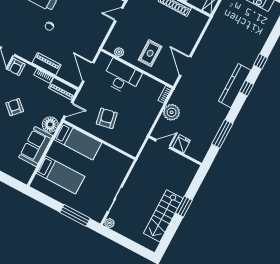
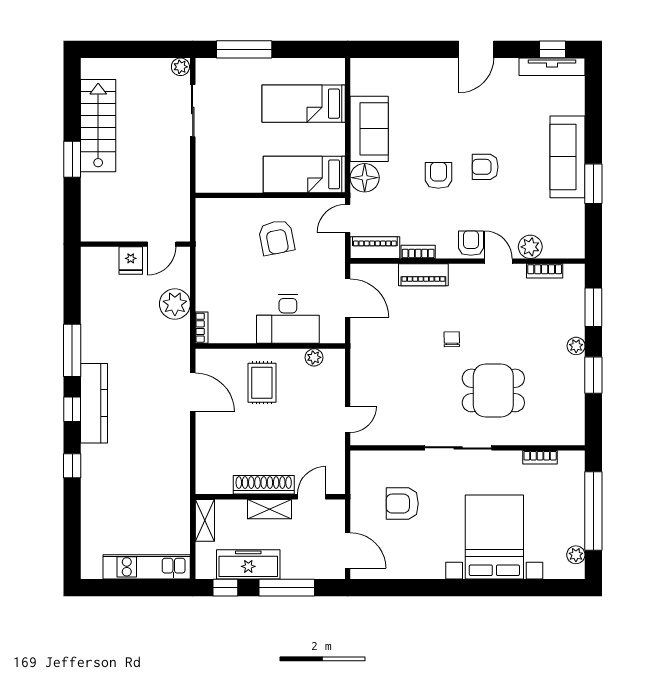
armchair: (15, 107) -> (438, 175), turned -133
window: (222, 134) -> (72, 350), moved

